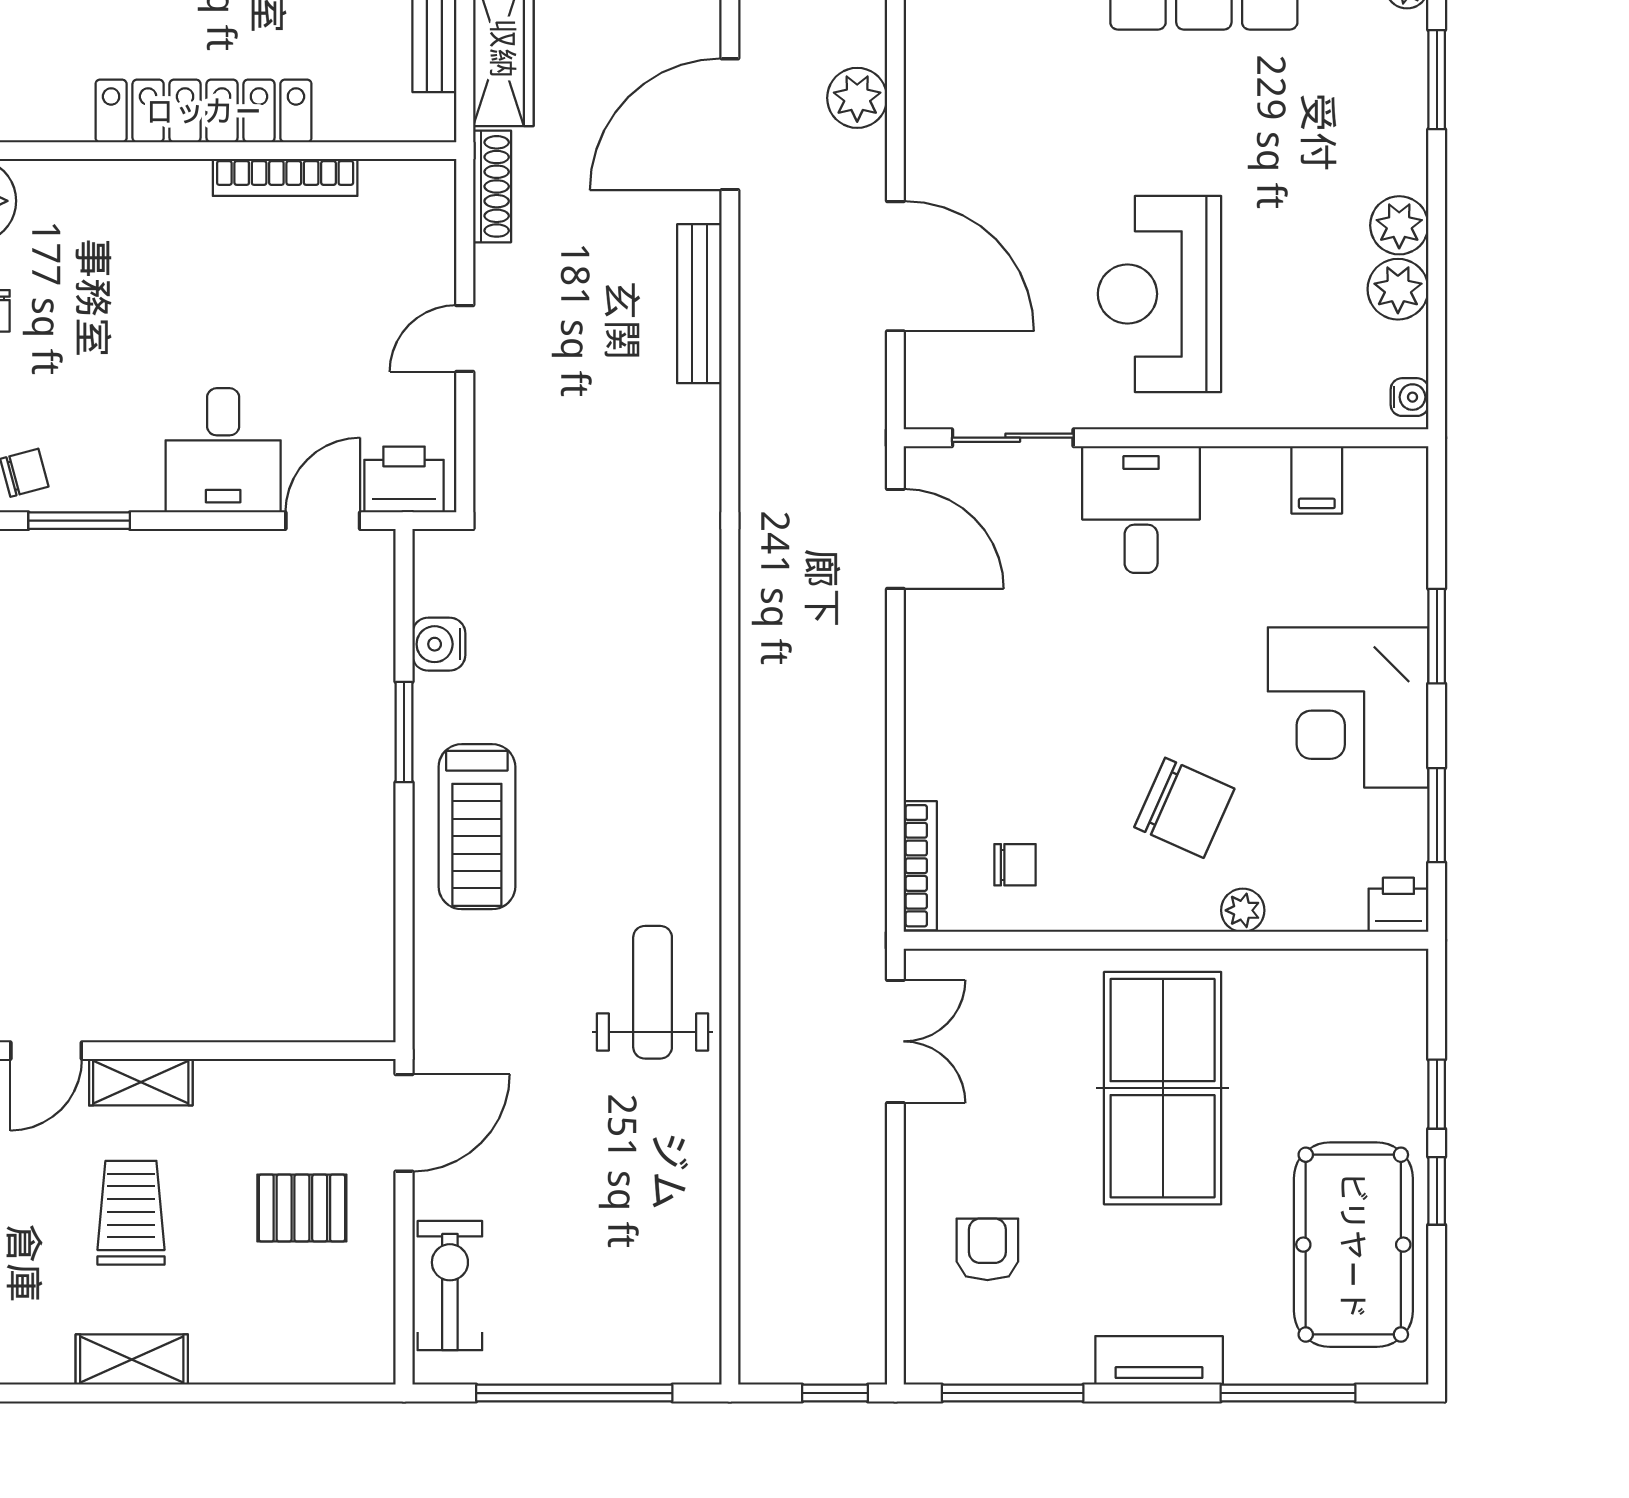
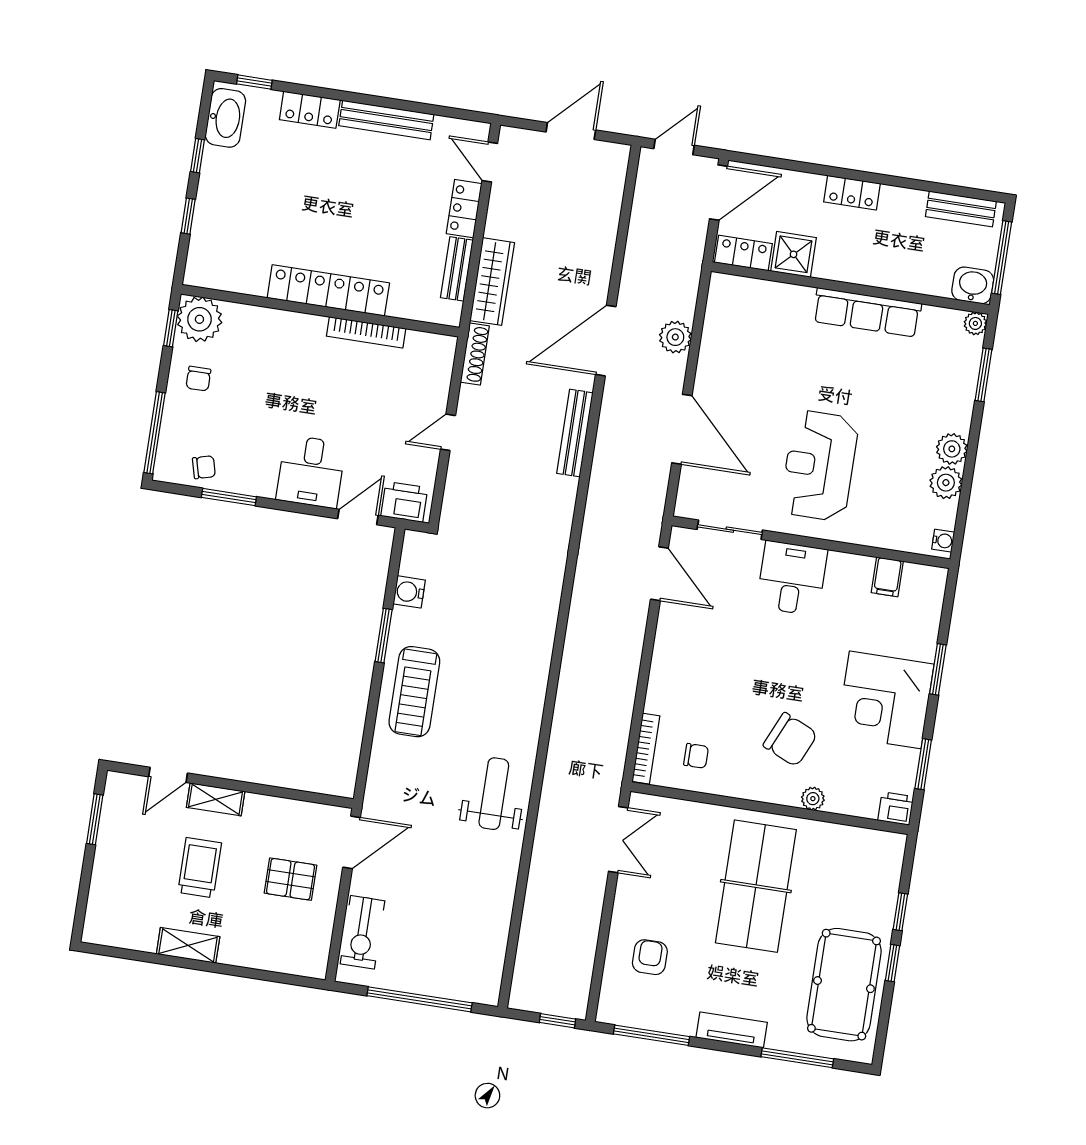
exercise bike: (450, 1286) -> (362, 932), turned 180

